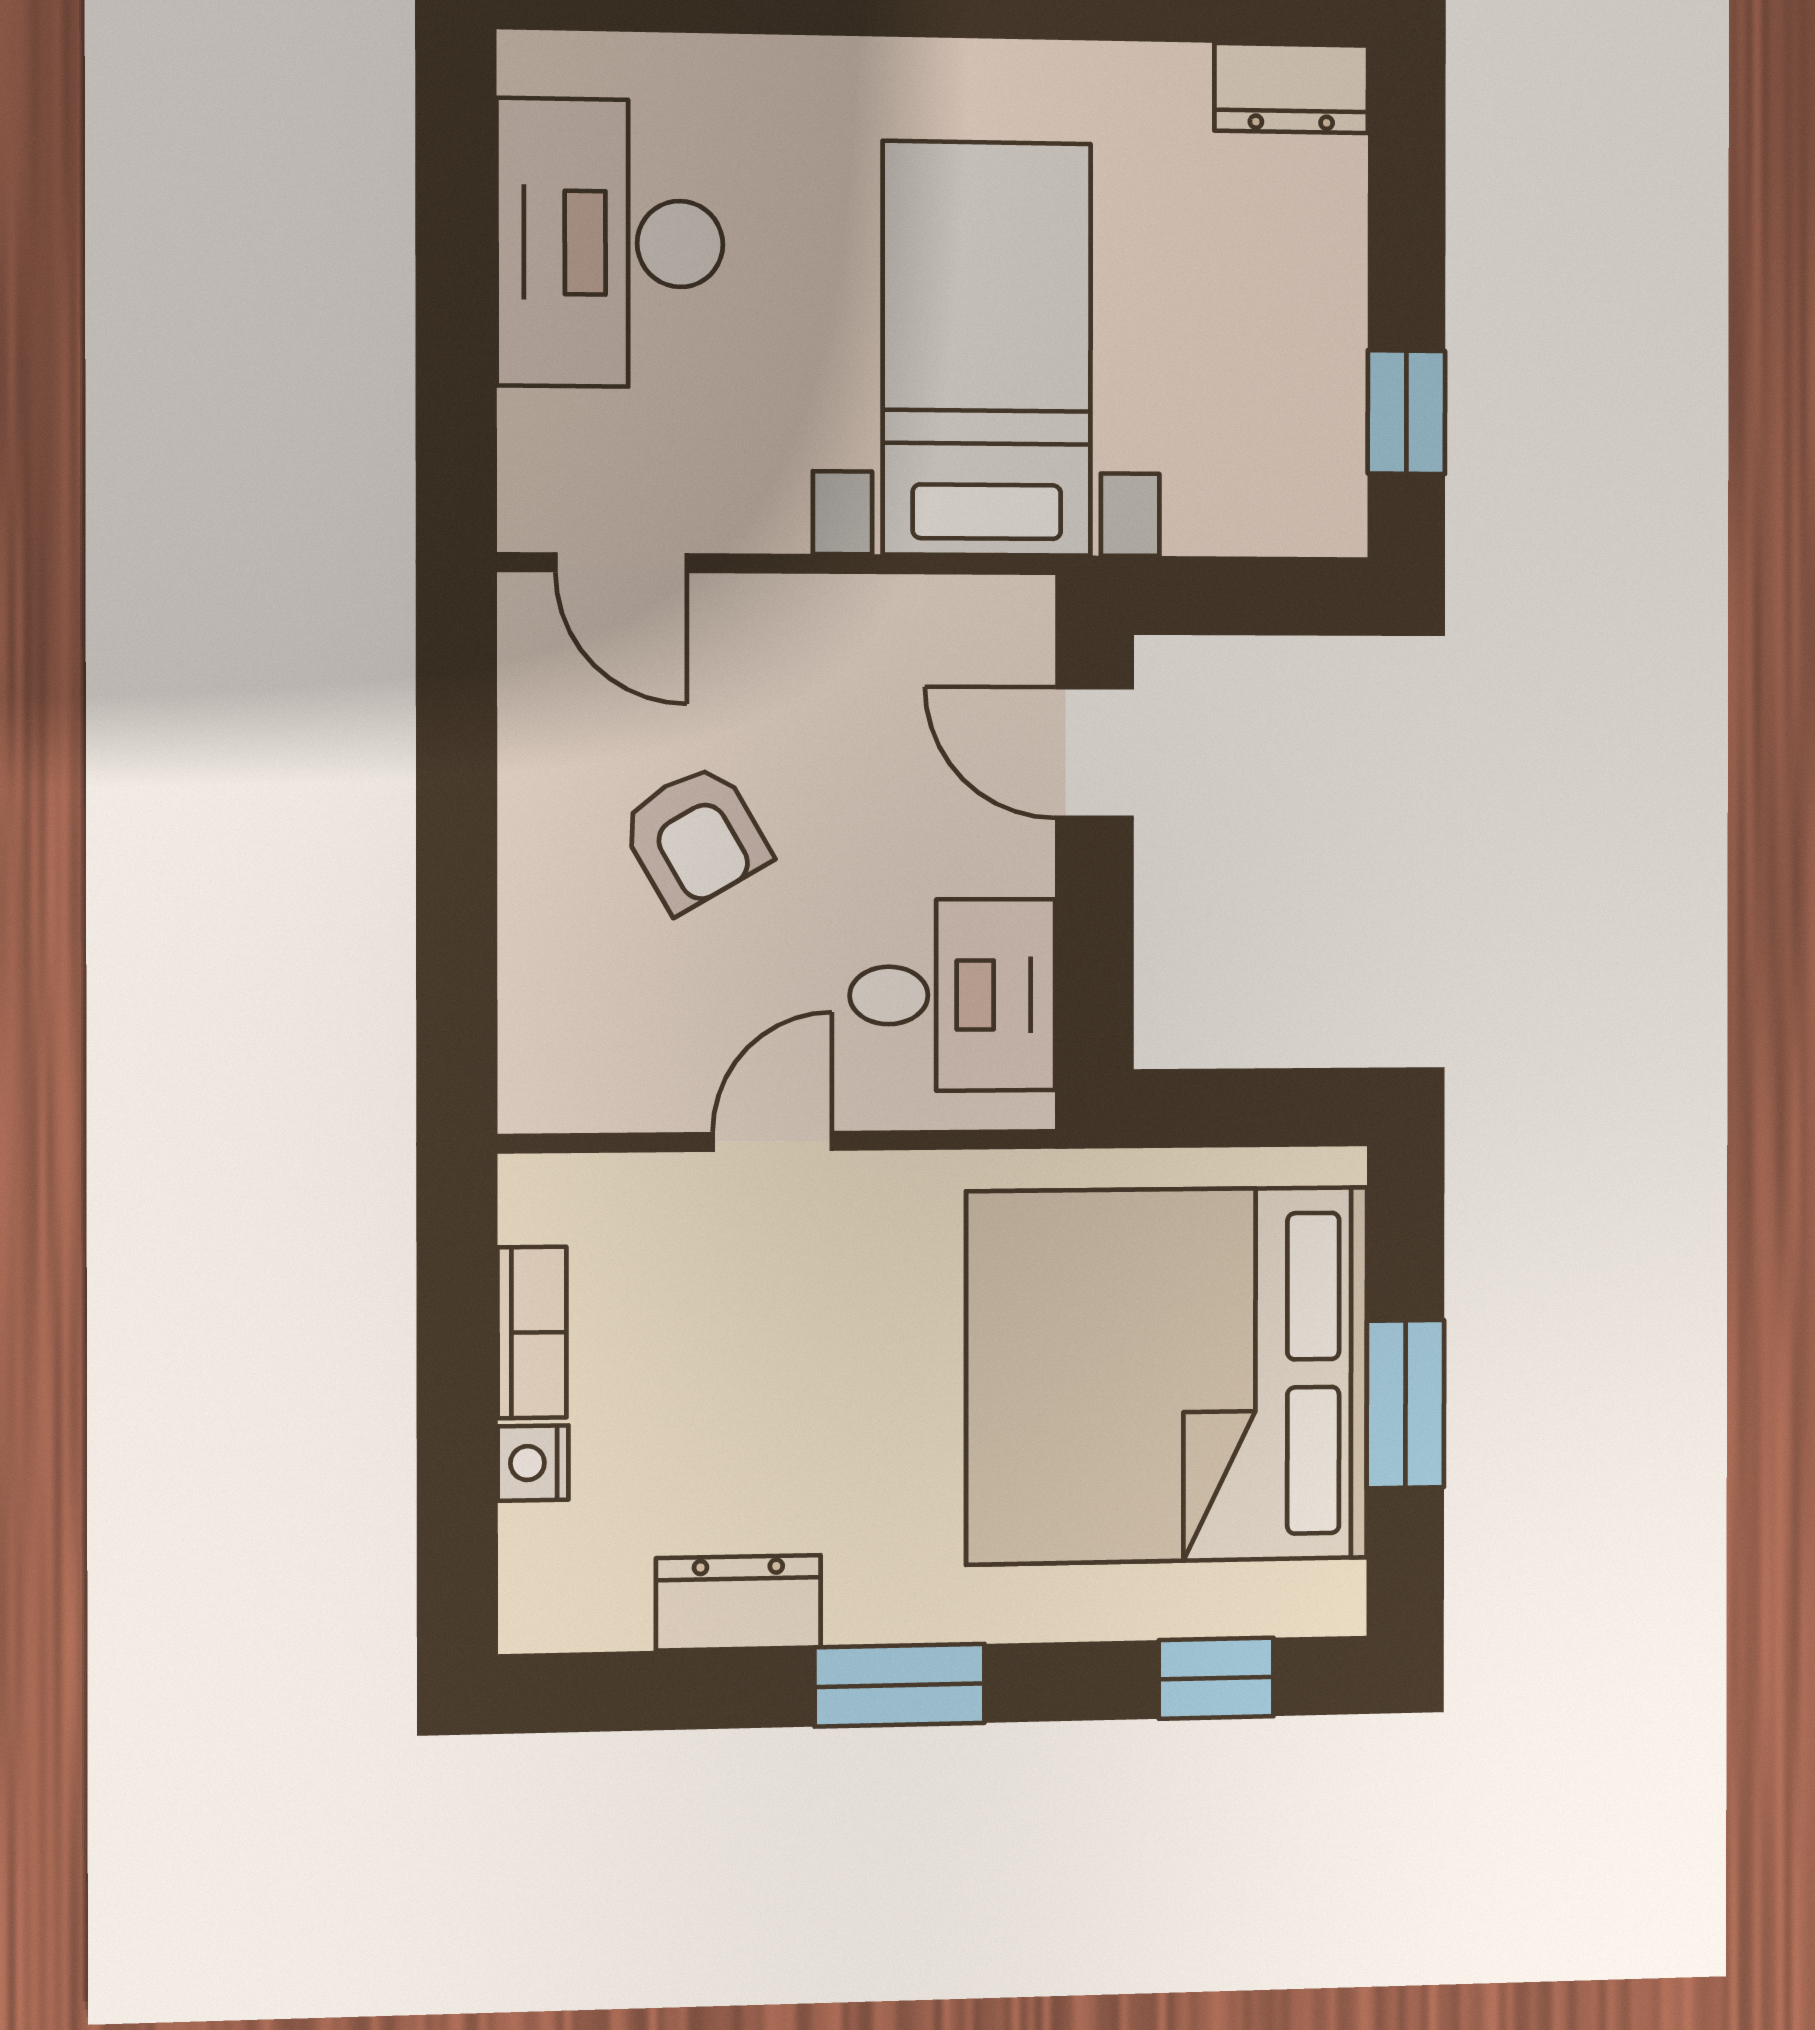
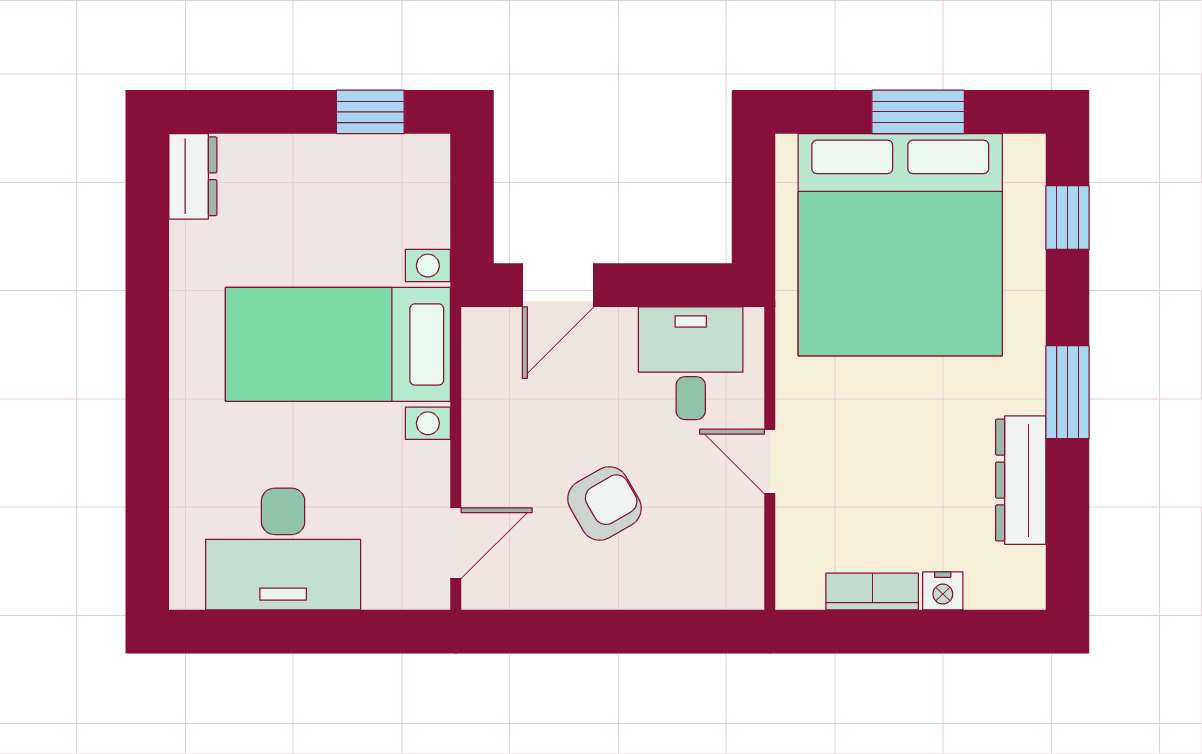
dresser: (738, 1603) -> (1021, 480), width x1.44

